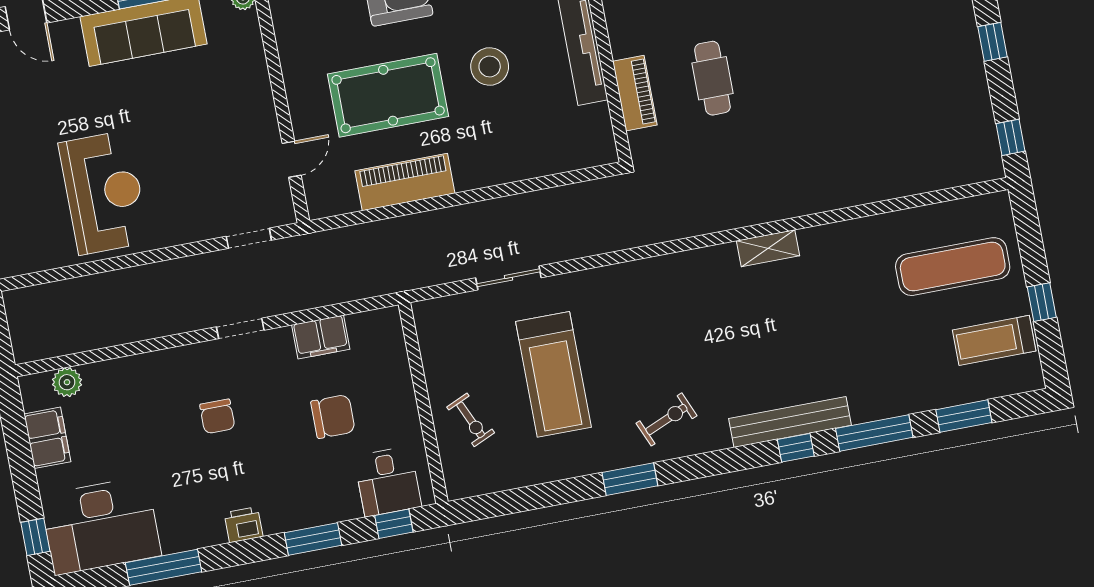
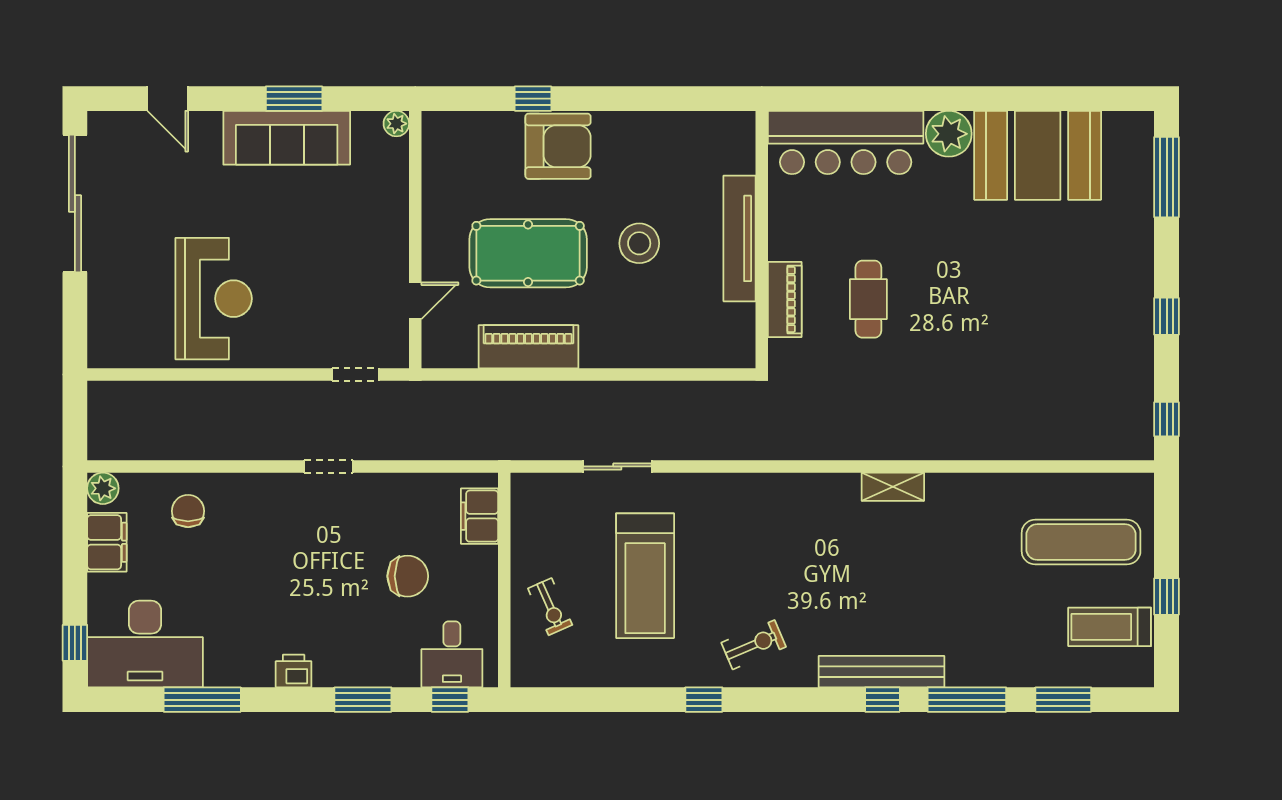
filing cabinet: (321, 337) -> (479, 516), moved, turned 90
plant: (67, 382) -> (103, 488), moved
chair: (217, 416) -> (188, 511), moved, turned 180
window: (630, 479) -> (704, 700), width x0.67

